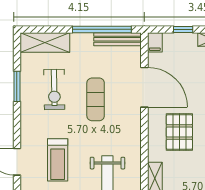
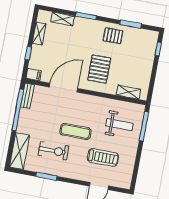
bench: (118, 39) -> (27, 96), width x0.73
exercise mat: (96, 99) -> (75, 131), moved
pallet: (179, 132) -> (99, 69), turned 90

